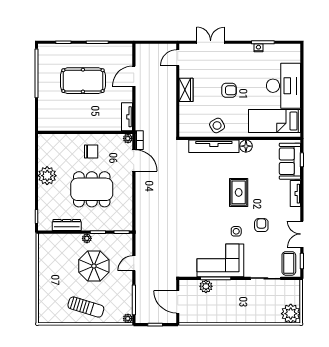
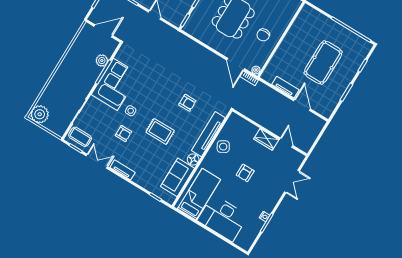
door: (178, 58) -> (286, 143), moved
tv unit: (127, 117) -> (285, 87), moved
door: (134, 160) -> (236, 64), hinge flipped
sofa: (290, 161) -> (177, 177), moved, turned -90
armchair: (197, 183) -> (187, 103), added
tv unit: (295, 194) -> (123, 170), moved

